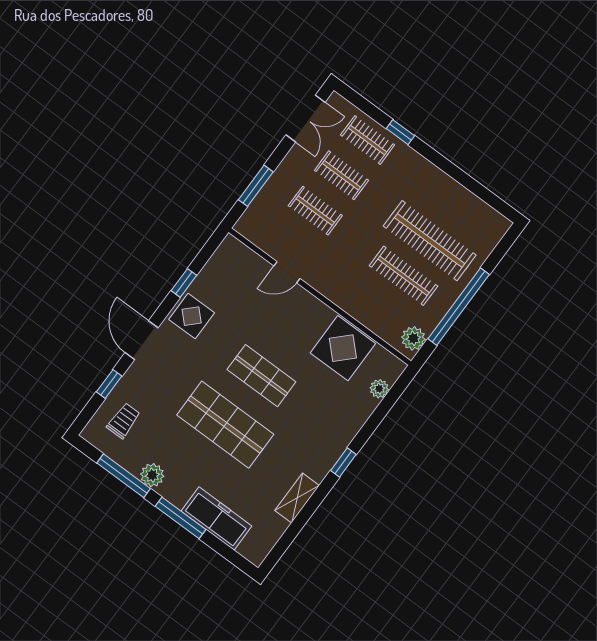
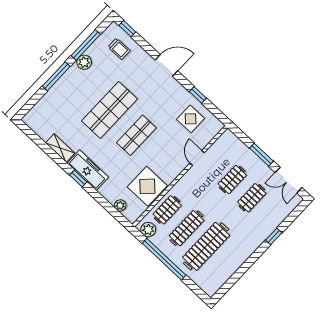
clothes rail: (368, 140) -> (167, 210), moved
window: (256, 186) -> (261, 155), moved
display table: (192, 316) -> (191, 119), moved
window: (109, 384) -> (127, 29), moved
freezer: (216, 519) -> (88, 170), moved, turned -90

